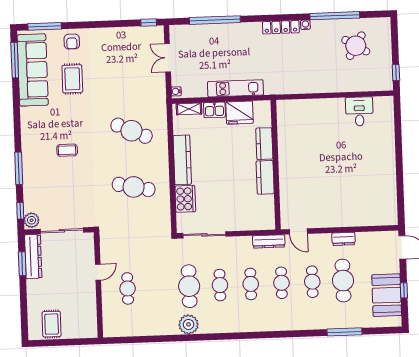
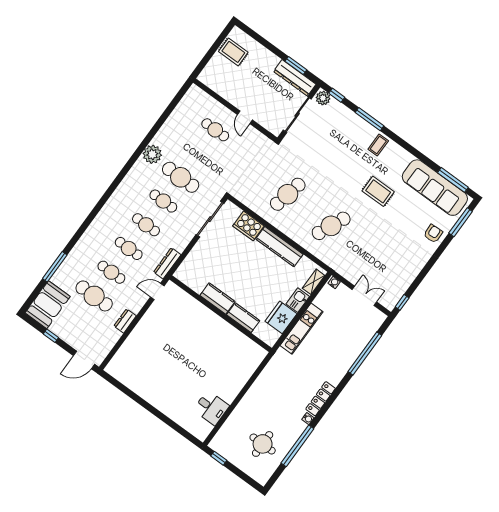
armchair: (72, 42) -> (433, 234), turned 88
round table: (356, 46) -> (263, 444), turned -31
rug: (72, 79) -> (378, 191), moved
coffee table: (67, 150) -> (378, 145), moved
booth: (387, 295) -> (48, 305), moved, turned 90

